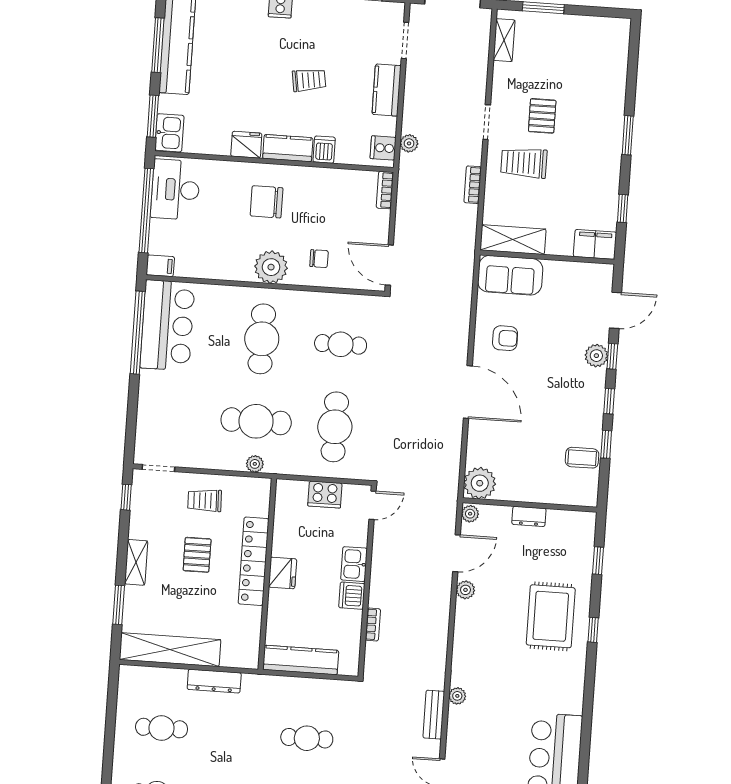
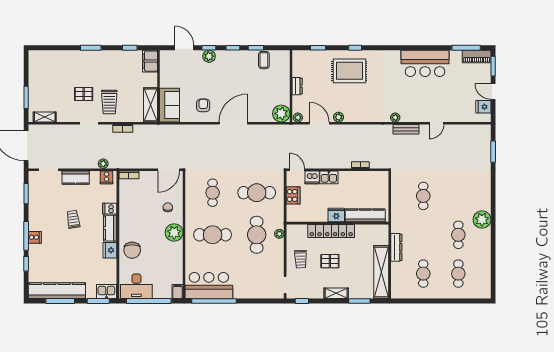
chair: (267, 202) -> (132, 250), moved
dishwasher: (352, 596) -> (312, 177), moved
kitchen counter: (301, 660) -> (365, 215), moved, turned 90

